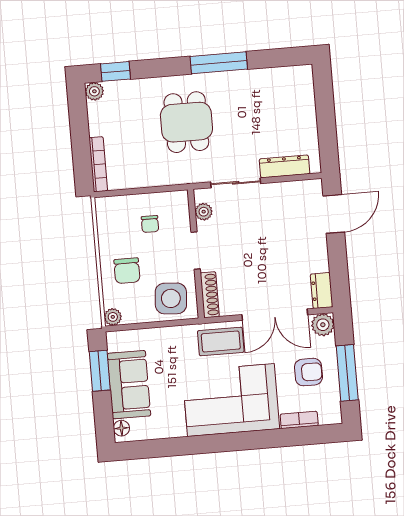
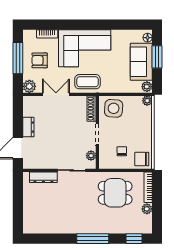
window: (219, 63) -> (93, 239), moved
plant: (94, 91) -> (147, 209), moved
dining table: (186, 122) -> (115, 193), moved, turned 90
chair: (127, 271) -> (142, 159), moved, turned -90
dresser: (322, 291) -> (28, 127), moved
double door: (275, 315) -> (56, 94), width x0.73
plant: (115, 342) -> (147, 87), added
window: (100, 371) -> (157, 57), moved

